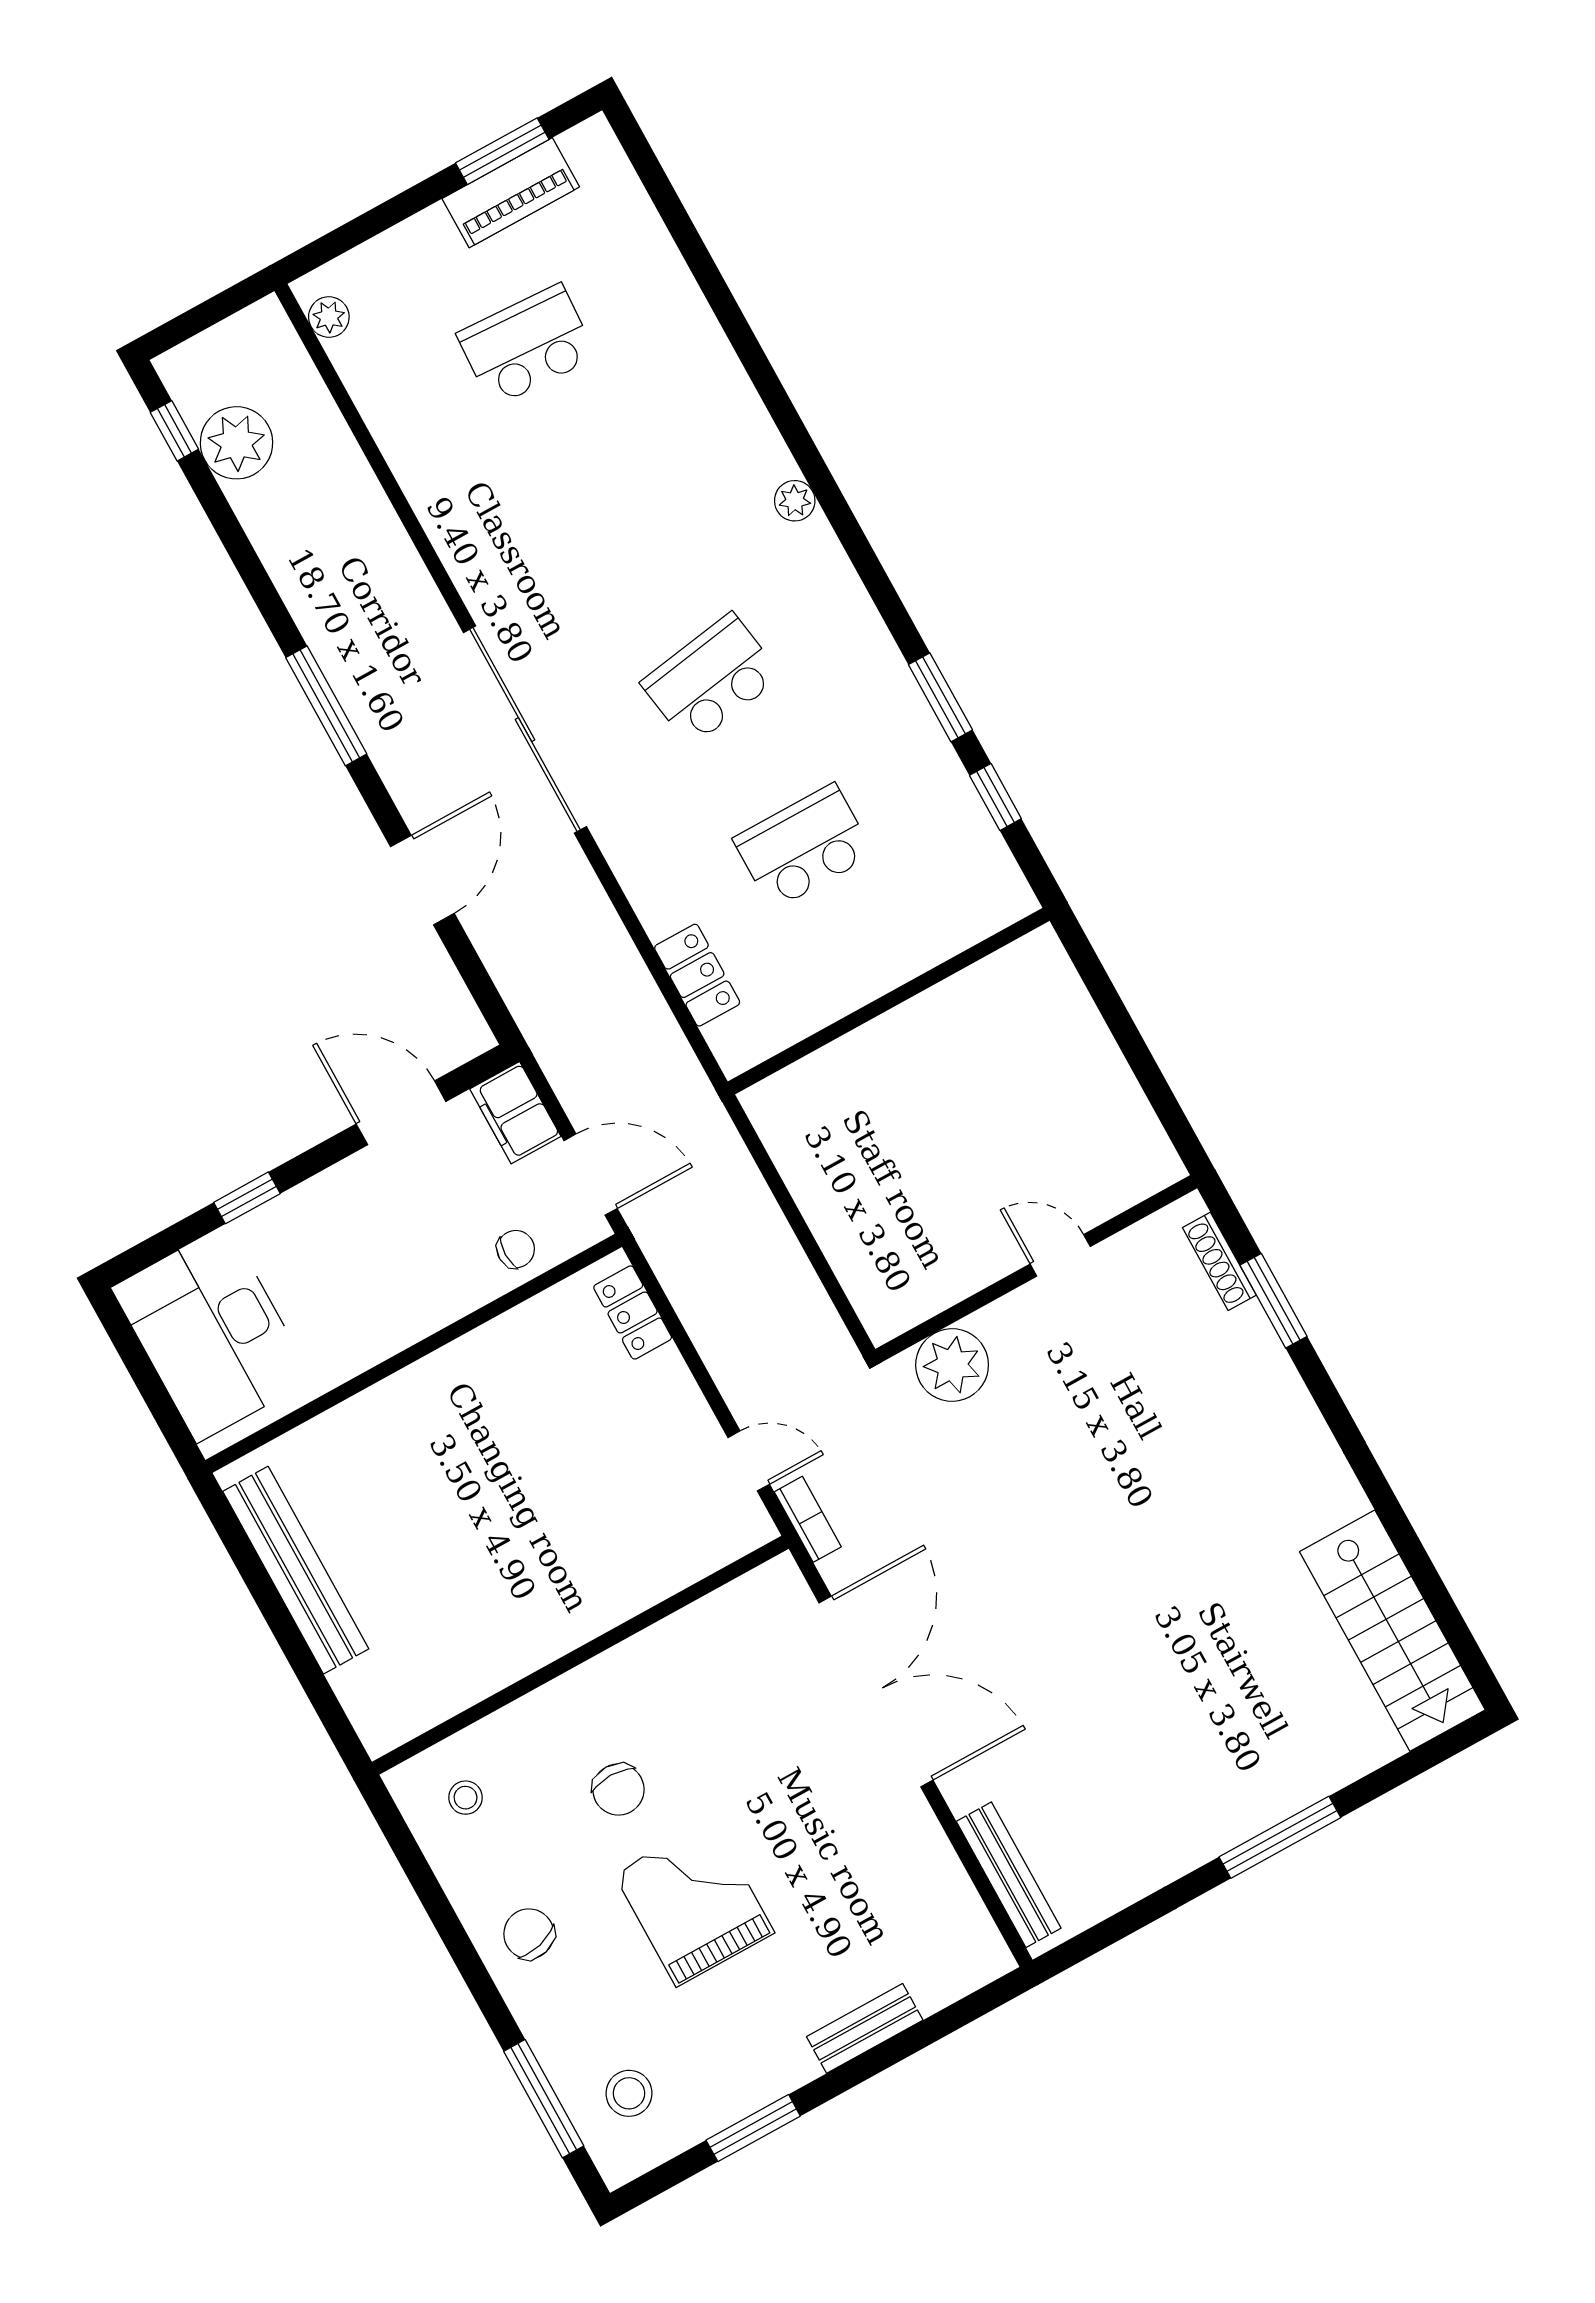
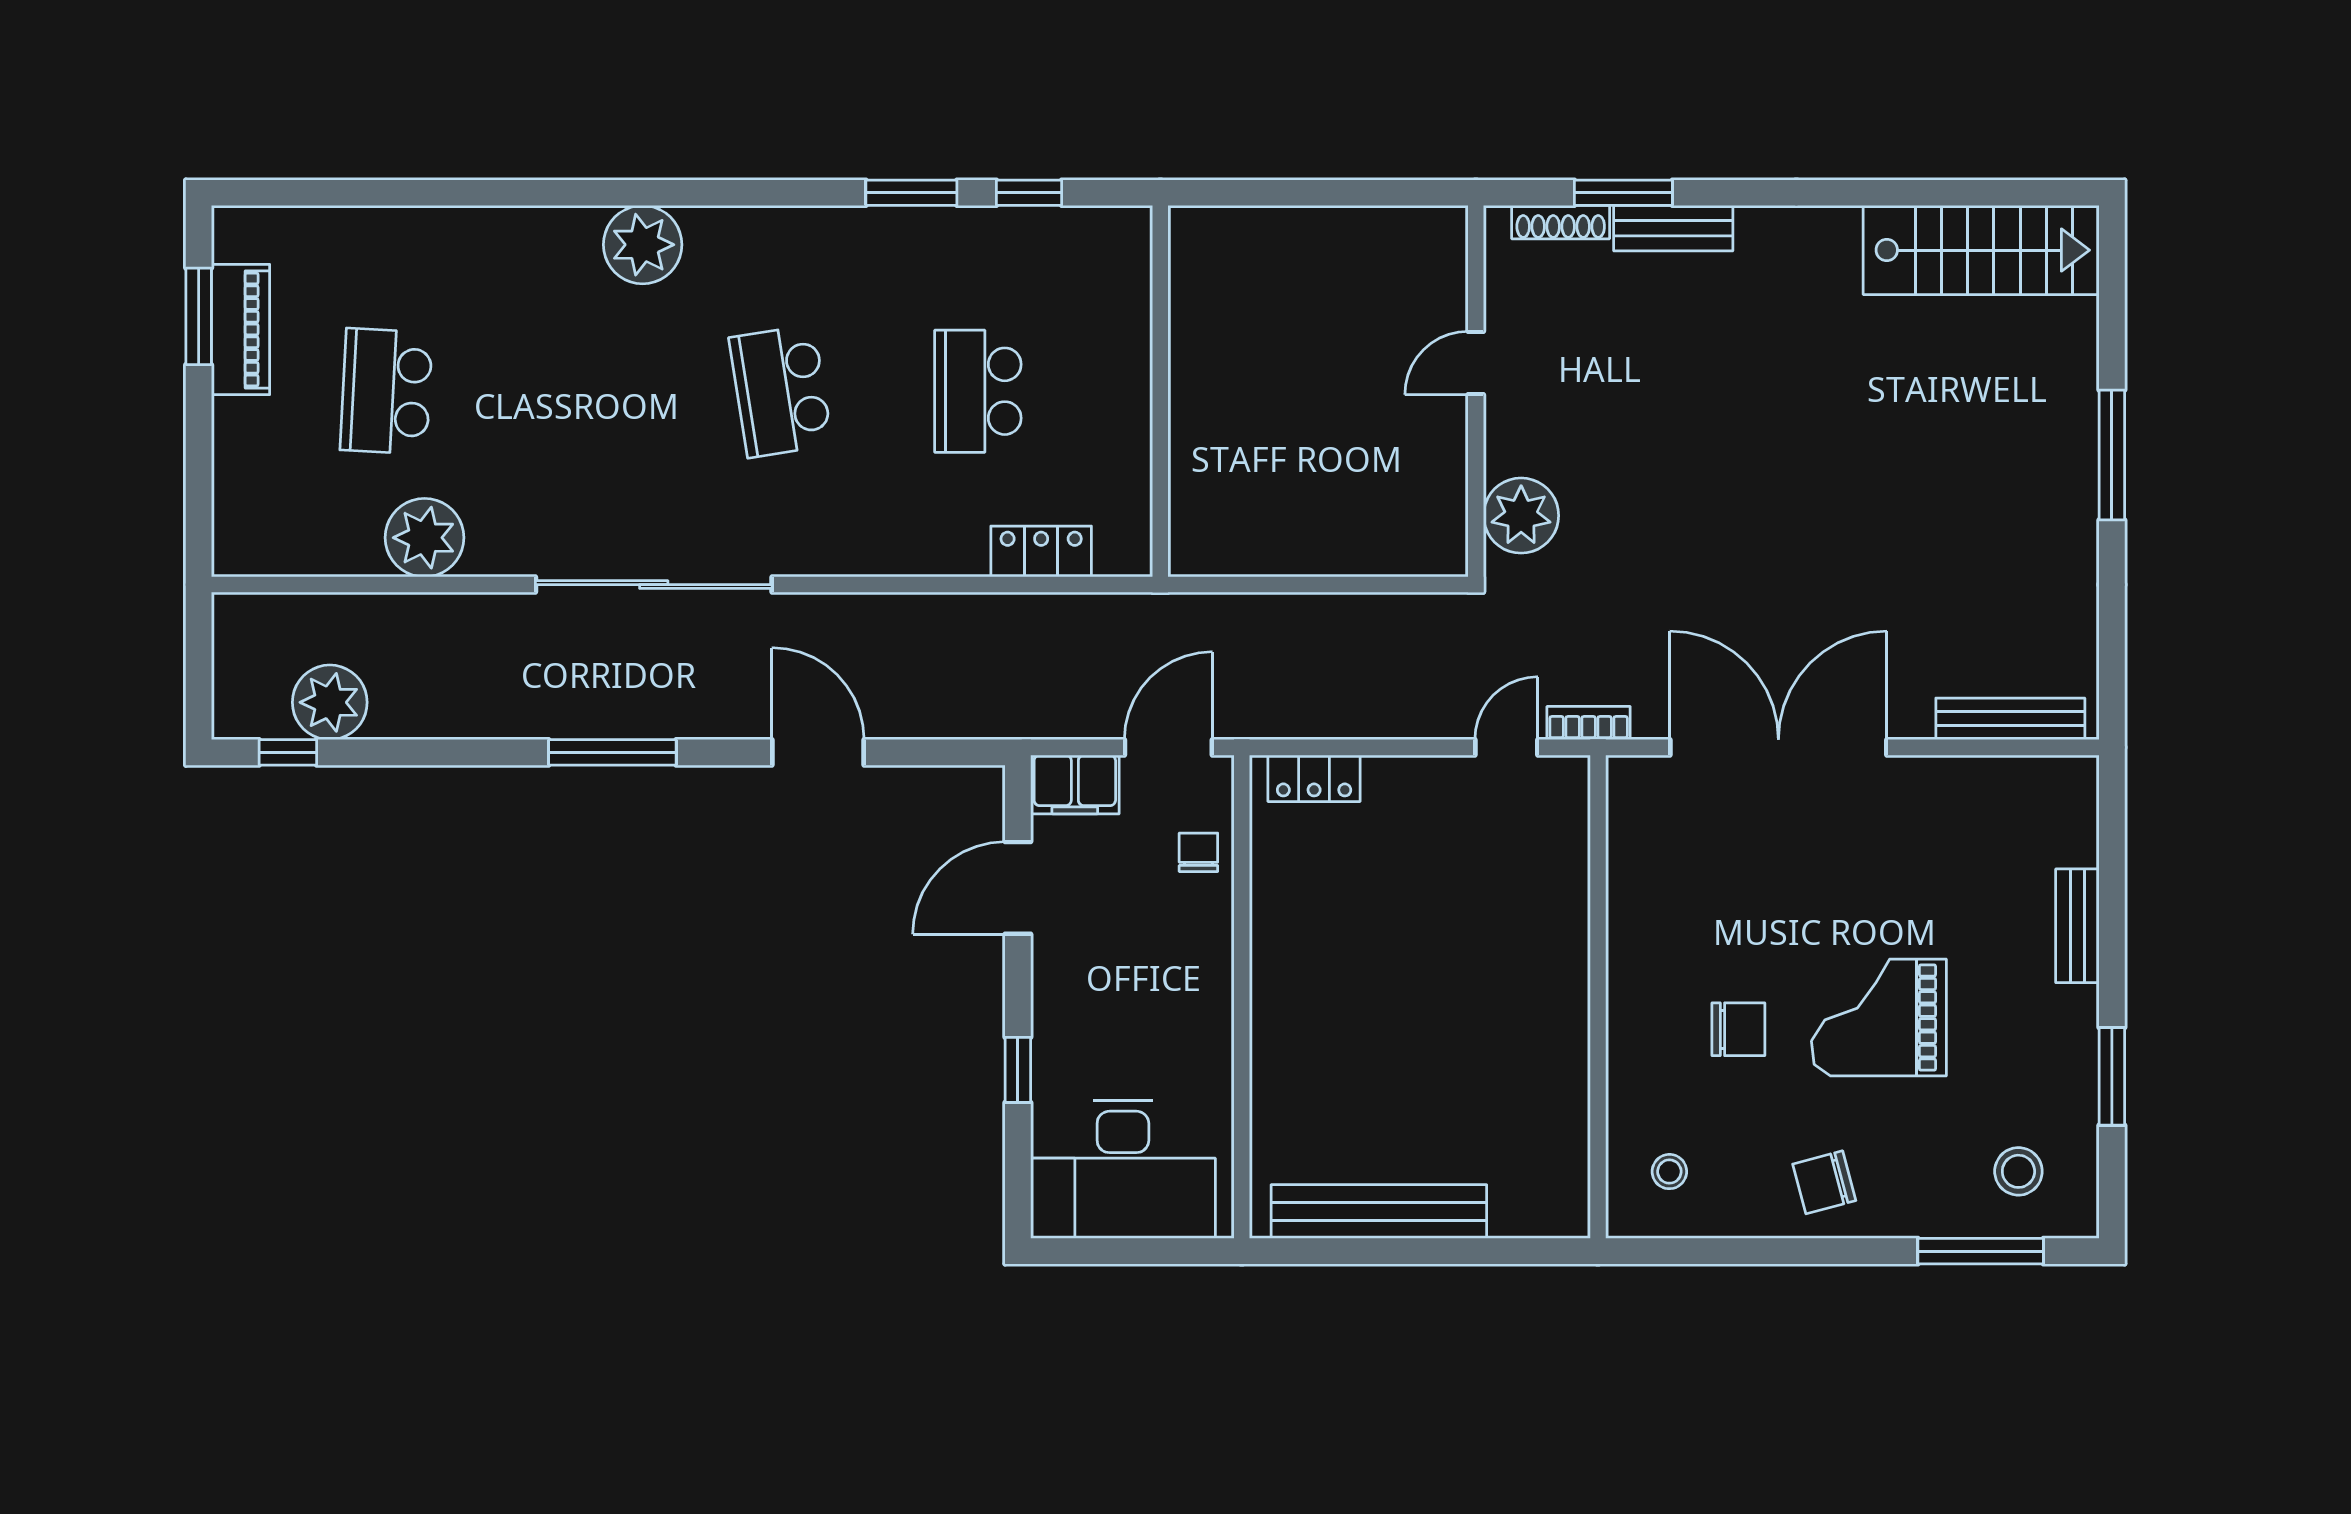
plant: (329, 317) -> (424, 538), moved, width x1.88, depth x1.88
plant: (795, 501) -> (643, 245), width x1.87, depth x1.87
sliding door: (525, 730) -> (654, 585), moved
bench: (1267, 1360) -> (1673, 228), added

